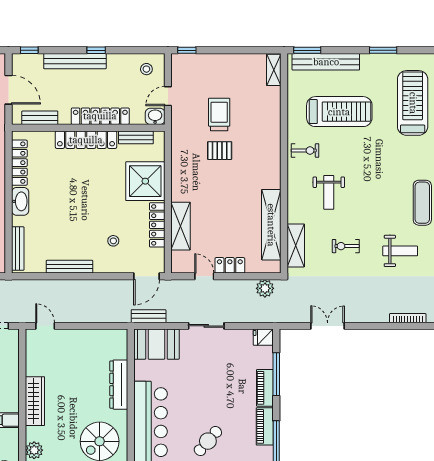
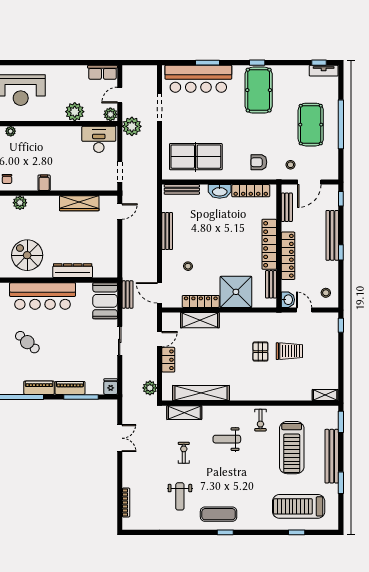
bench: (326, 62) -> (332, 456), moved
treadmill: (413, 103) -> (299, 506), turned 180
wardrobe: (35, 401) -> (79, 203), moved

